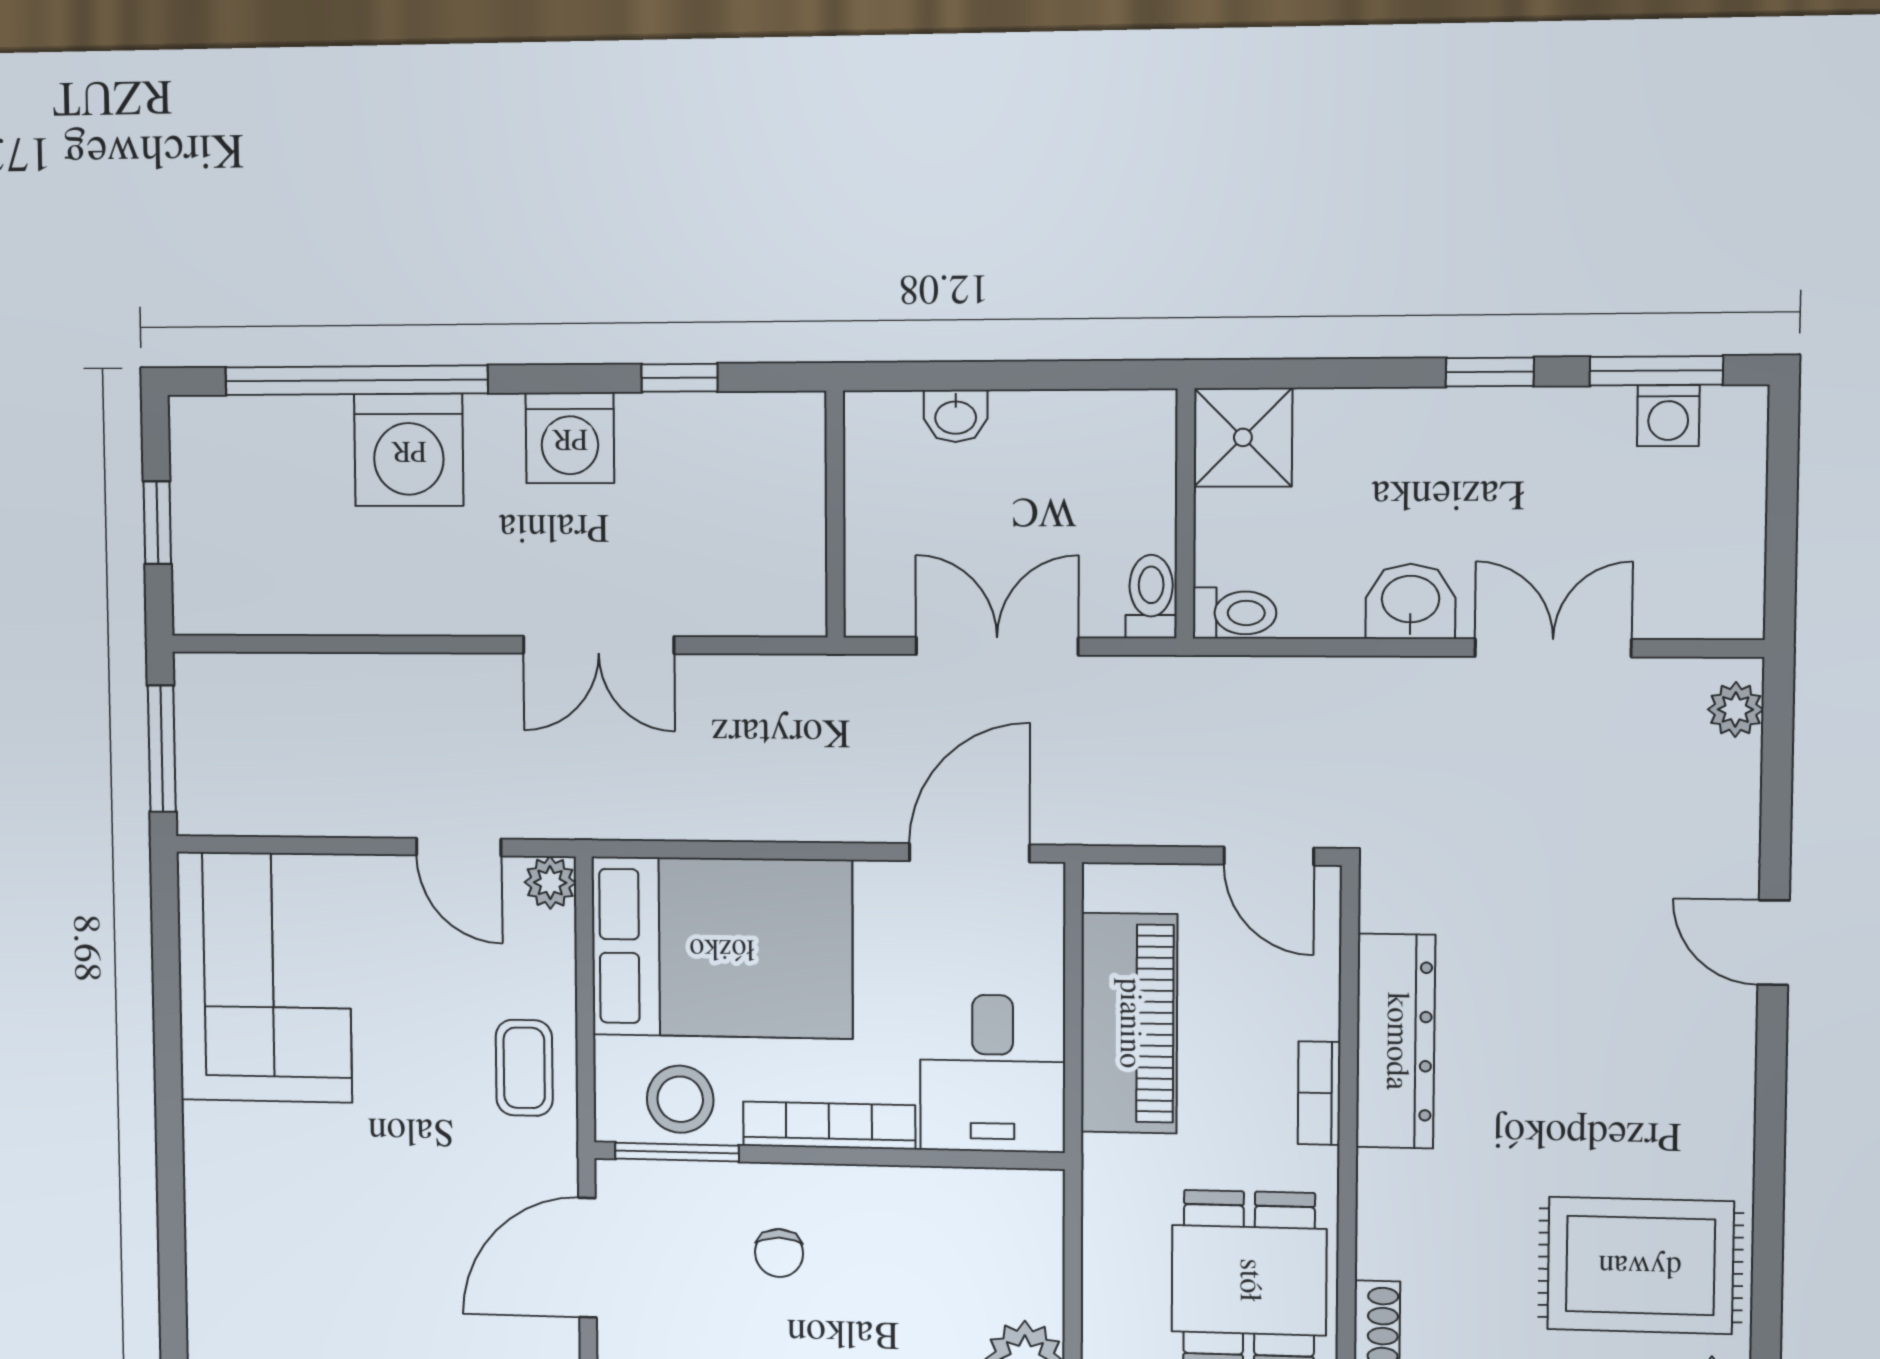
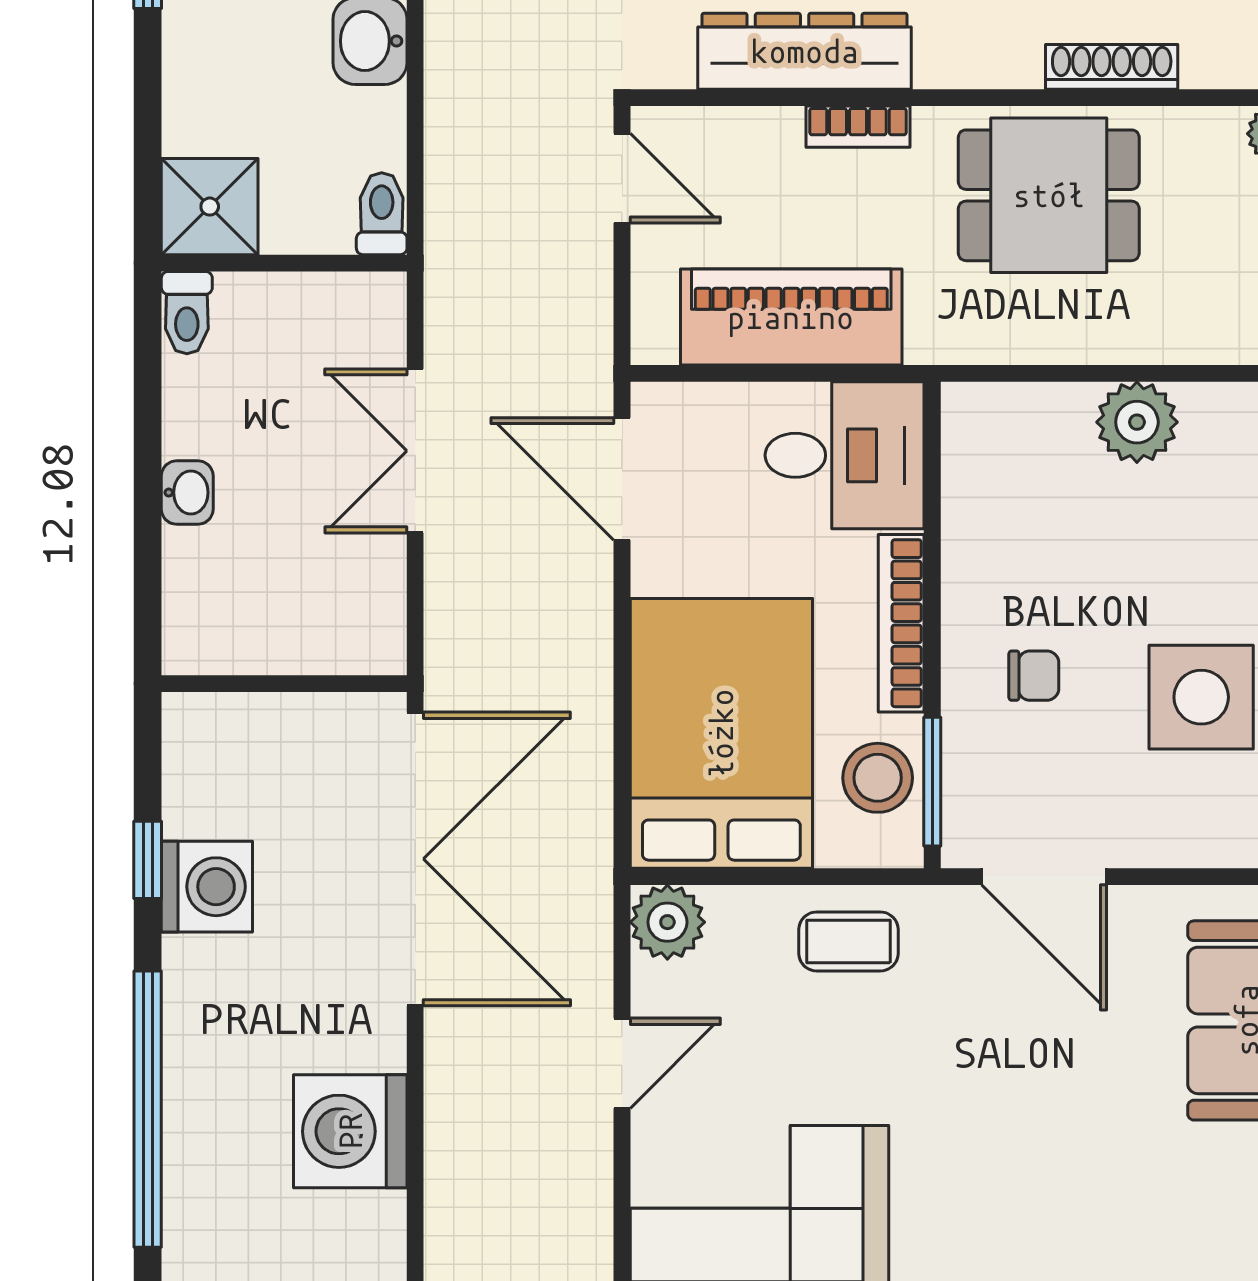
window: (680, 378) -> (148, 860), moved
washing machine: (409, 450) -> (350, 1131), moved, turned 180
wall: (835, 514) -> (284, 684), moved
toilet: (1151, 597) -> (187, 313), moved, turned -90
double door: (598, 645) -> (415, 859), width x1.87
door: (459, 847) -> (622, 1063), moved
door: (1269, 856) -> (622, 178), hinge flipped
plant: (550, 883) -> (667, 922), width x1.38, depth x1.38

